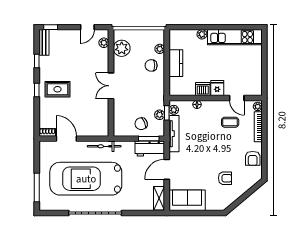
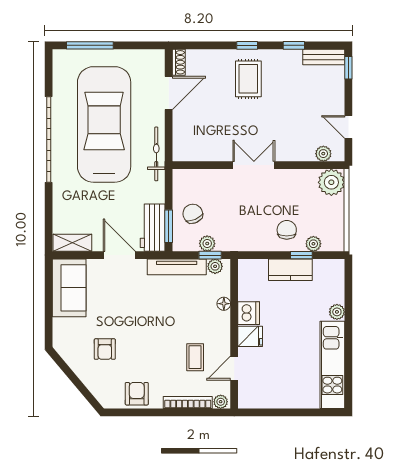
plant: (122, 48) -> (331, 182), moved
window: (167, 56) -> (301, 255), added
armchair: (253, 158) -> (137, 394), turned 90

